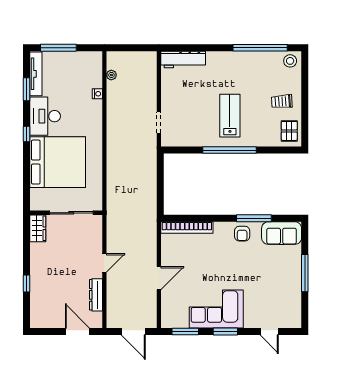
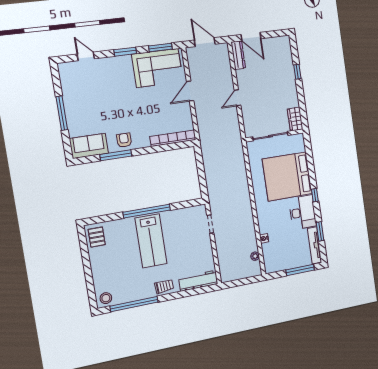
trolley: (282, 101) -> (164, 286), moved
lab bench: (230, 116) -> (151, 241), width x1.36, depth x1.39
dresser: (96, 295) -> (238, 55), moved
corner sofa: (216, 309) -> (157, 68), moved

